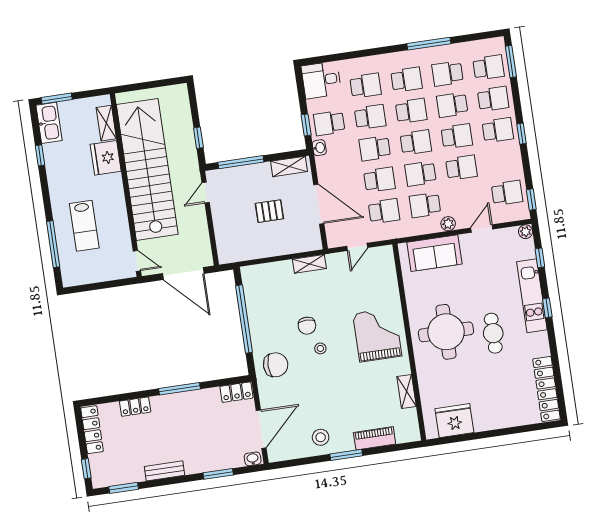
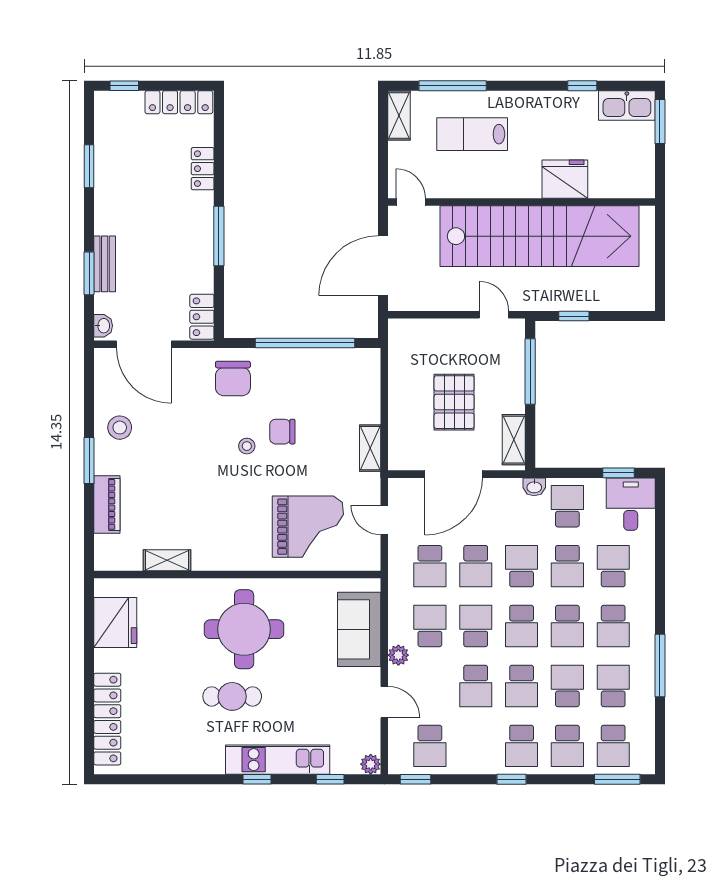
school desk: (366, 86) -> (613, 566), turned 180
shelving: (106, 123) -> (399, 116), moved, turned 90
window: (306, 125) -> (618, 473), moved
pallet: (269, 211) -> (454, 402), width x1.50, depth x1.42
door: (137, 261) -> (411, 202), swing flipped
grand piano: (377, 335) -> (308, 527), moved
locker: (546, 389) -> (107, 719), moved, turned 90
bench: (164, 471) -> (105, 264), moved
window: (124, 488) -> (89, 166), moved

